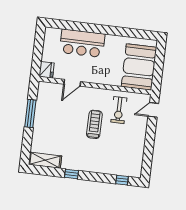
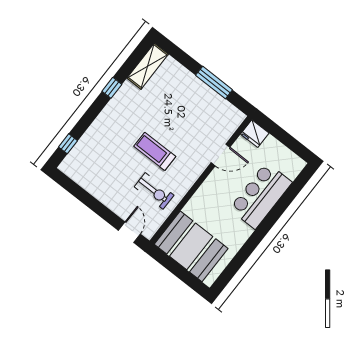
door: (72, 83) -> (220, 155), swing flipped
exercise bike: (119, 110) -> (154, 191), turned 180
treadmill: (94, 124) -> (155, 151), turned 180

